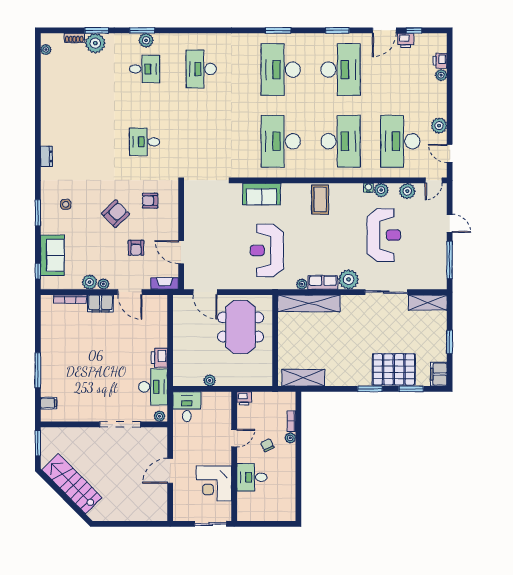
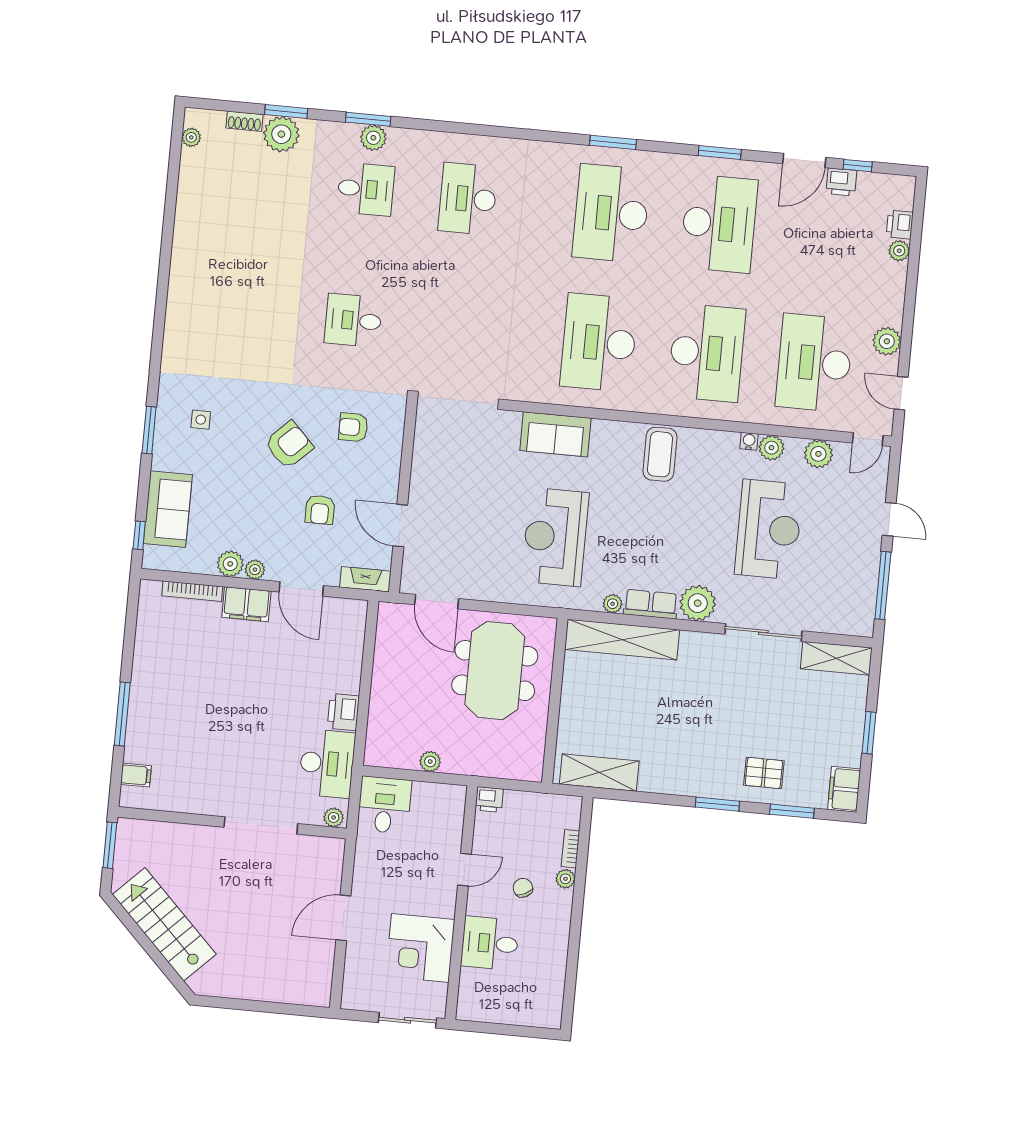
dresser: (46, 156) -> (174, 330), removed
pallet: (394, 369) -> (764, 773), width x0.49, depth x0.50

